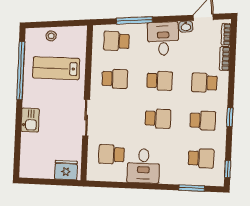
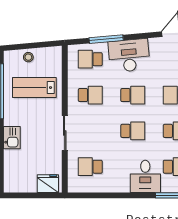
washbasin: (186, 27) -> (155, 43), removed
desk: (163, 39) -> (129, 55), width x1.37
desk: (143, 166) -> (145, 176), moved

